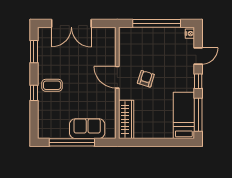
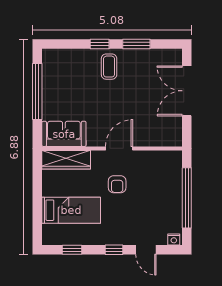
window: (34, 52) -> (136, 44), moved
armchair: (146, 79) -> (117, 184), turned 73
bed: (184, 115) -> (71, 210), moved
window: (198, 115) -> (72, 250), width x0.46
sofa: (87, 129) -> (64, 134), moved, turned -90

